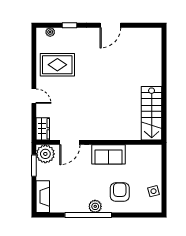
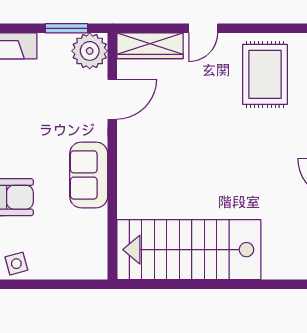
stairs: (152, 113) -> (189, 250), width x1.36, depth x1.51
wardrobe: (43, 129) -> (150, 46), width x1.50
door: (70, 142) -> (112, 99), swing flipped

